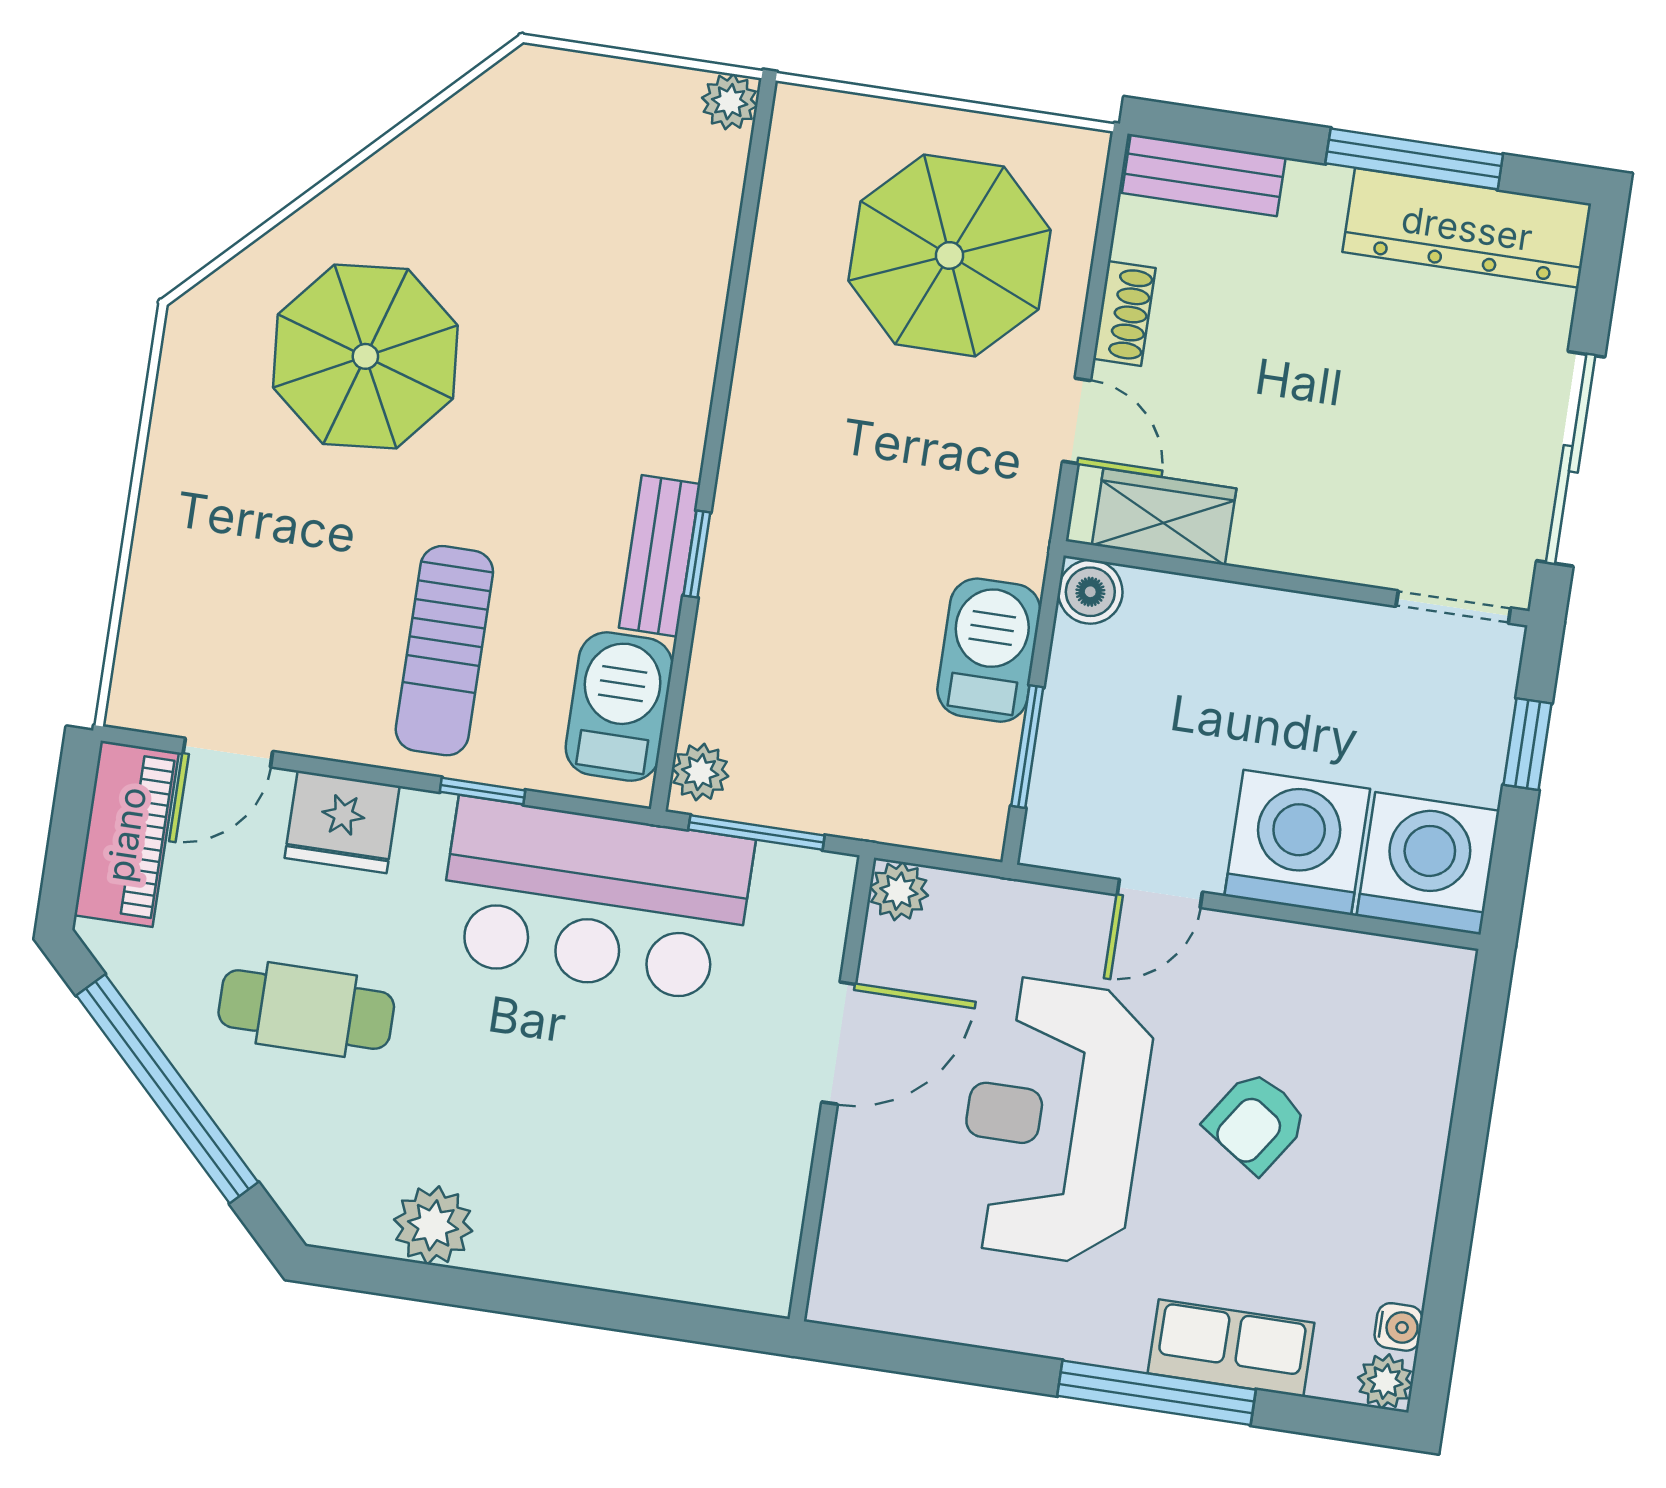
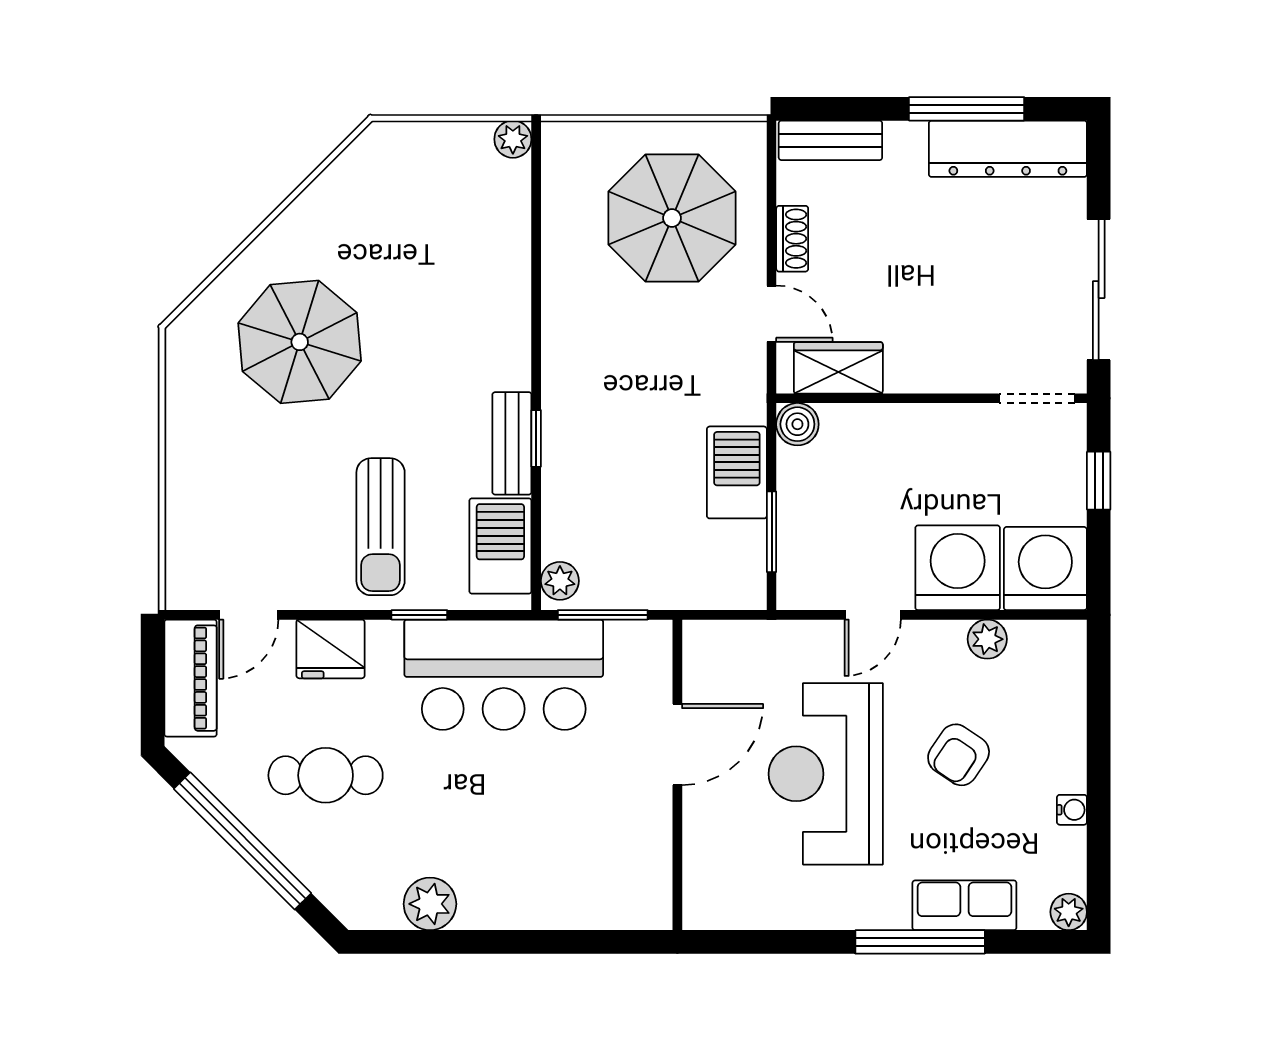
plant: (899, 891) -> (987, 639), moved
water cooler: (1398, 1327) -> (1072, 810), moved

